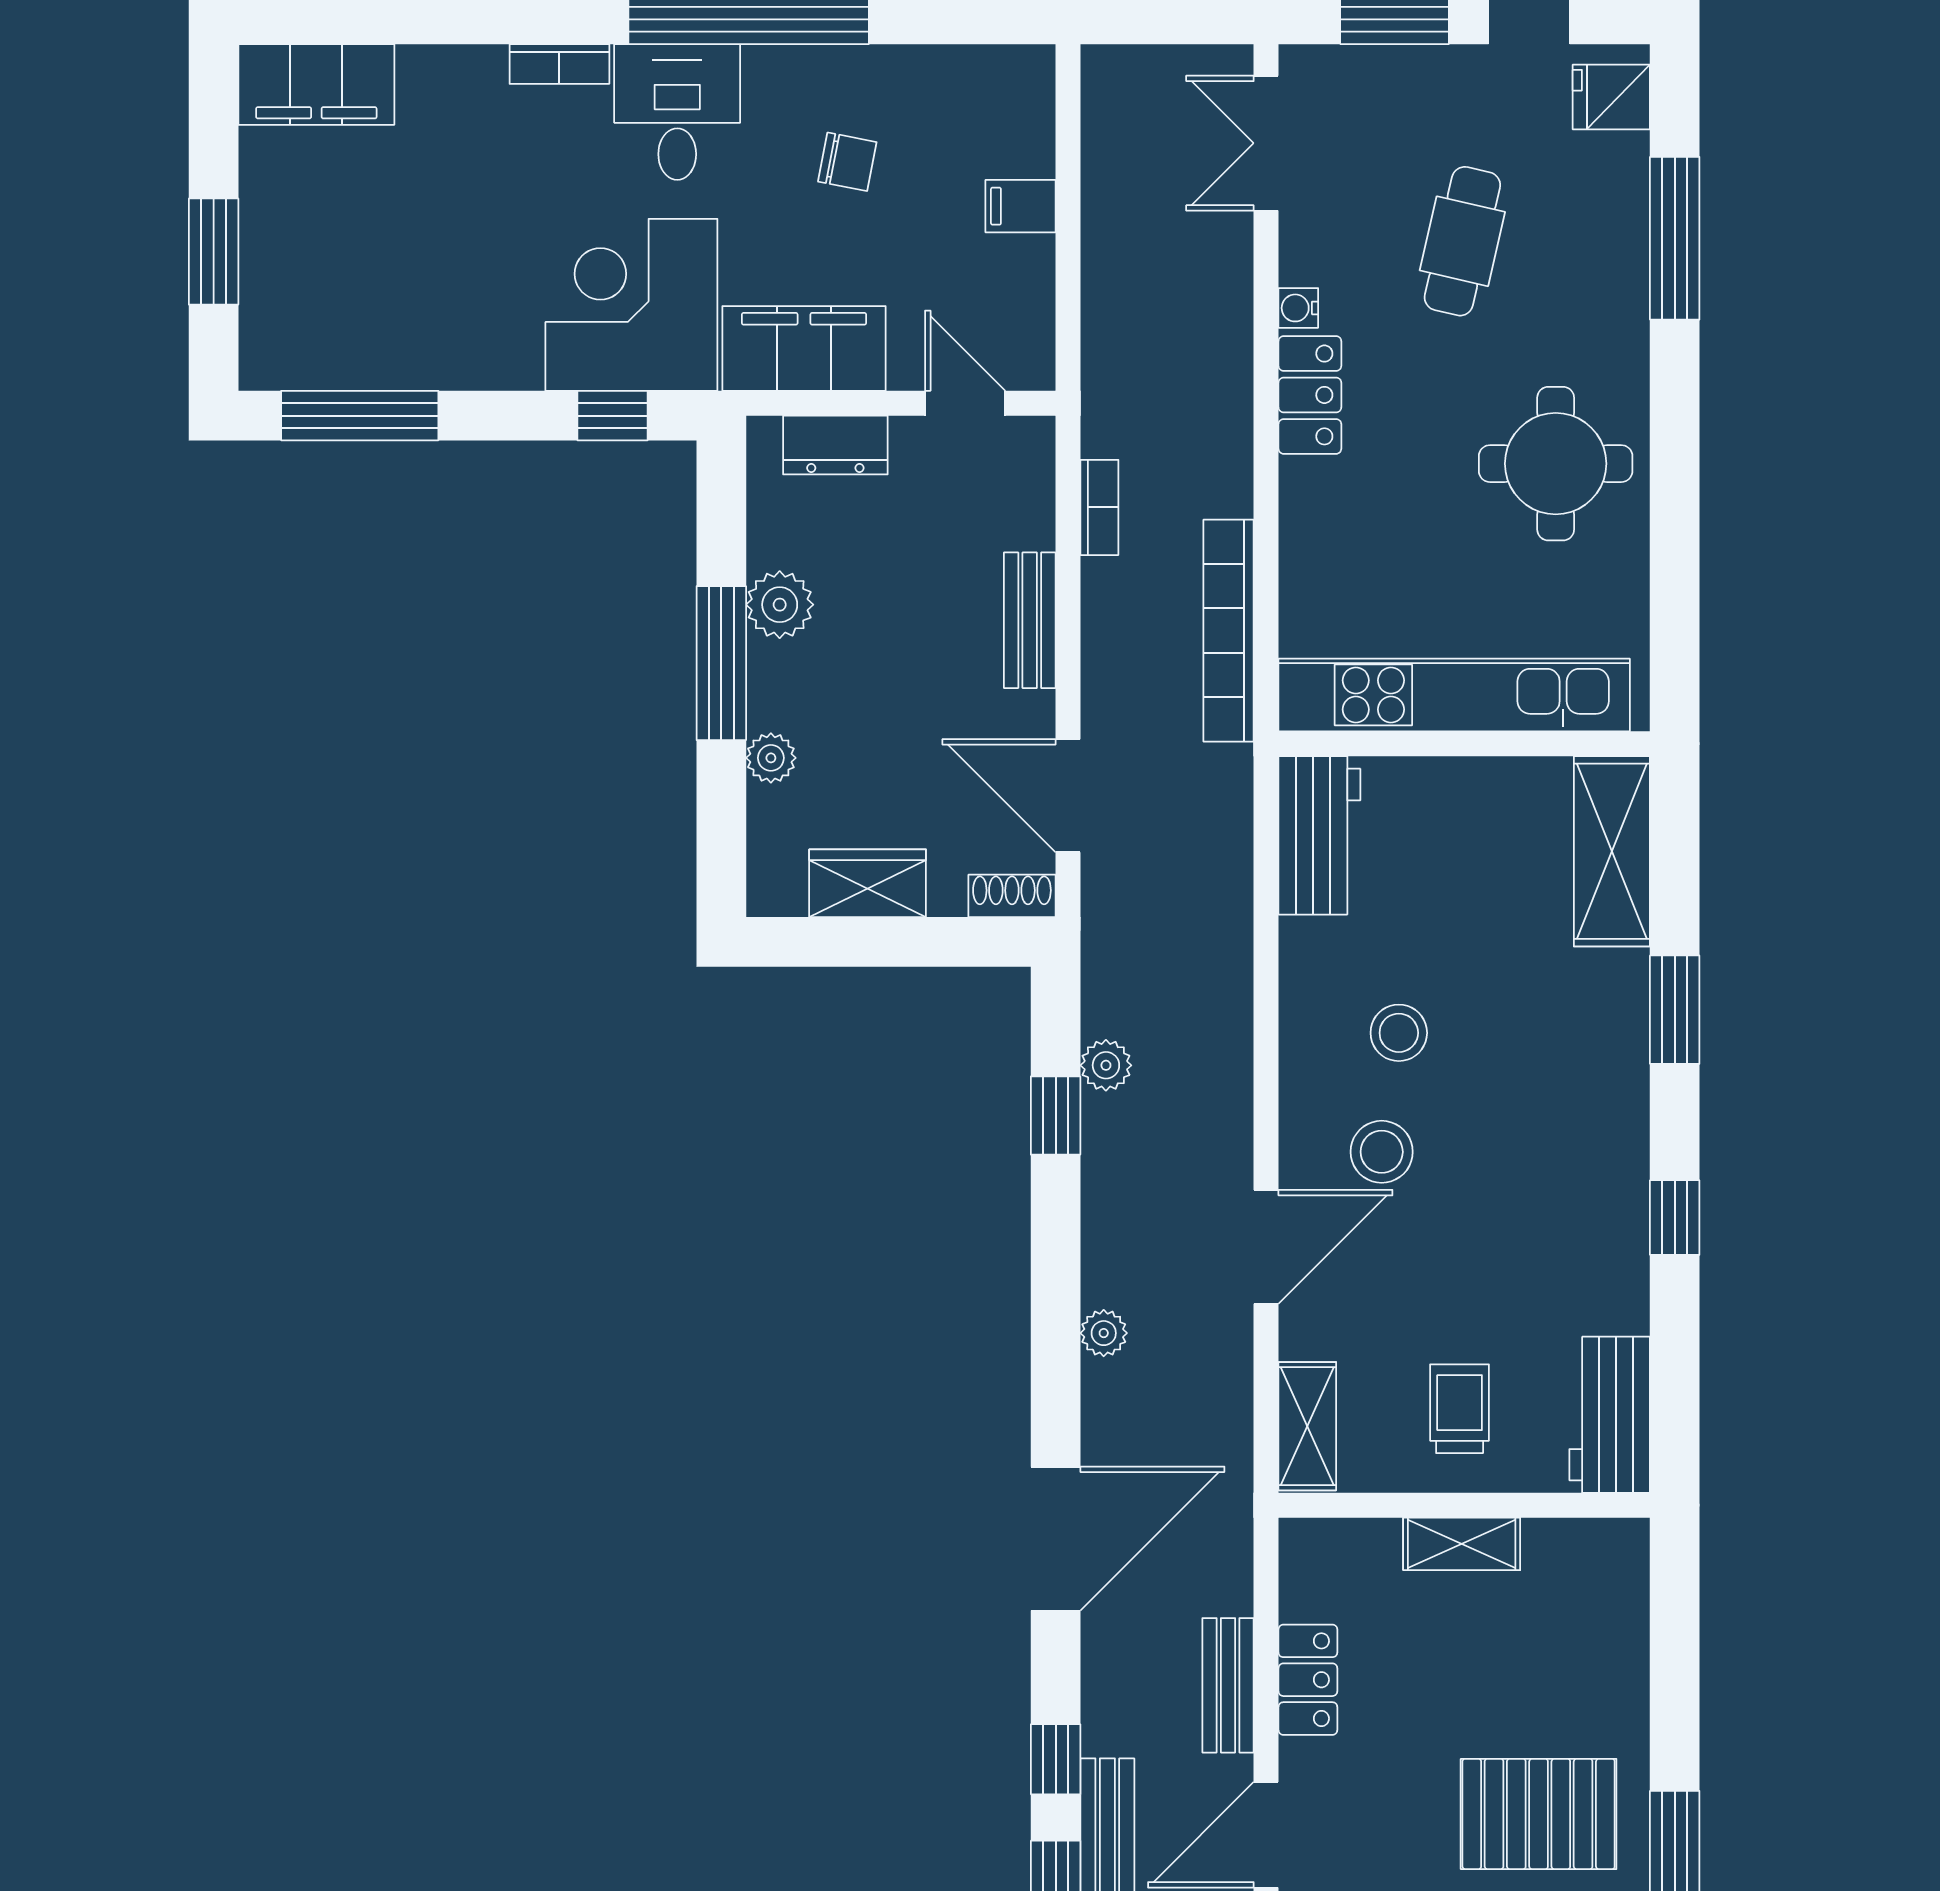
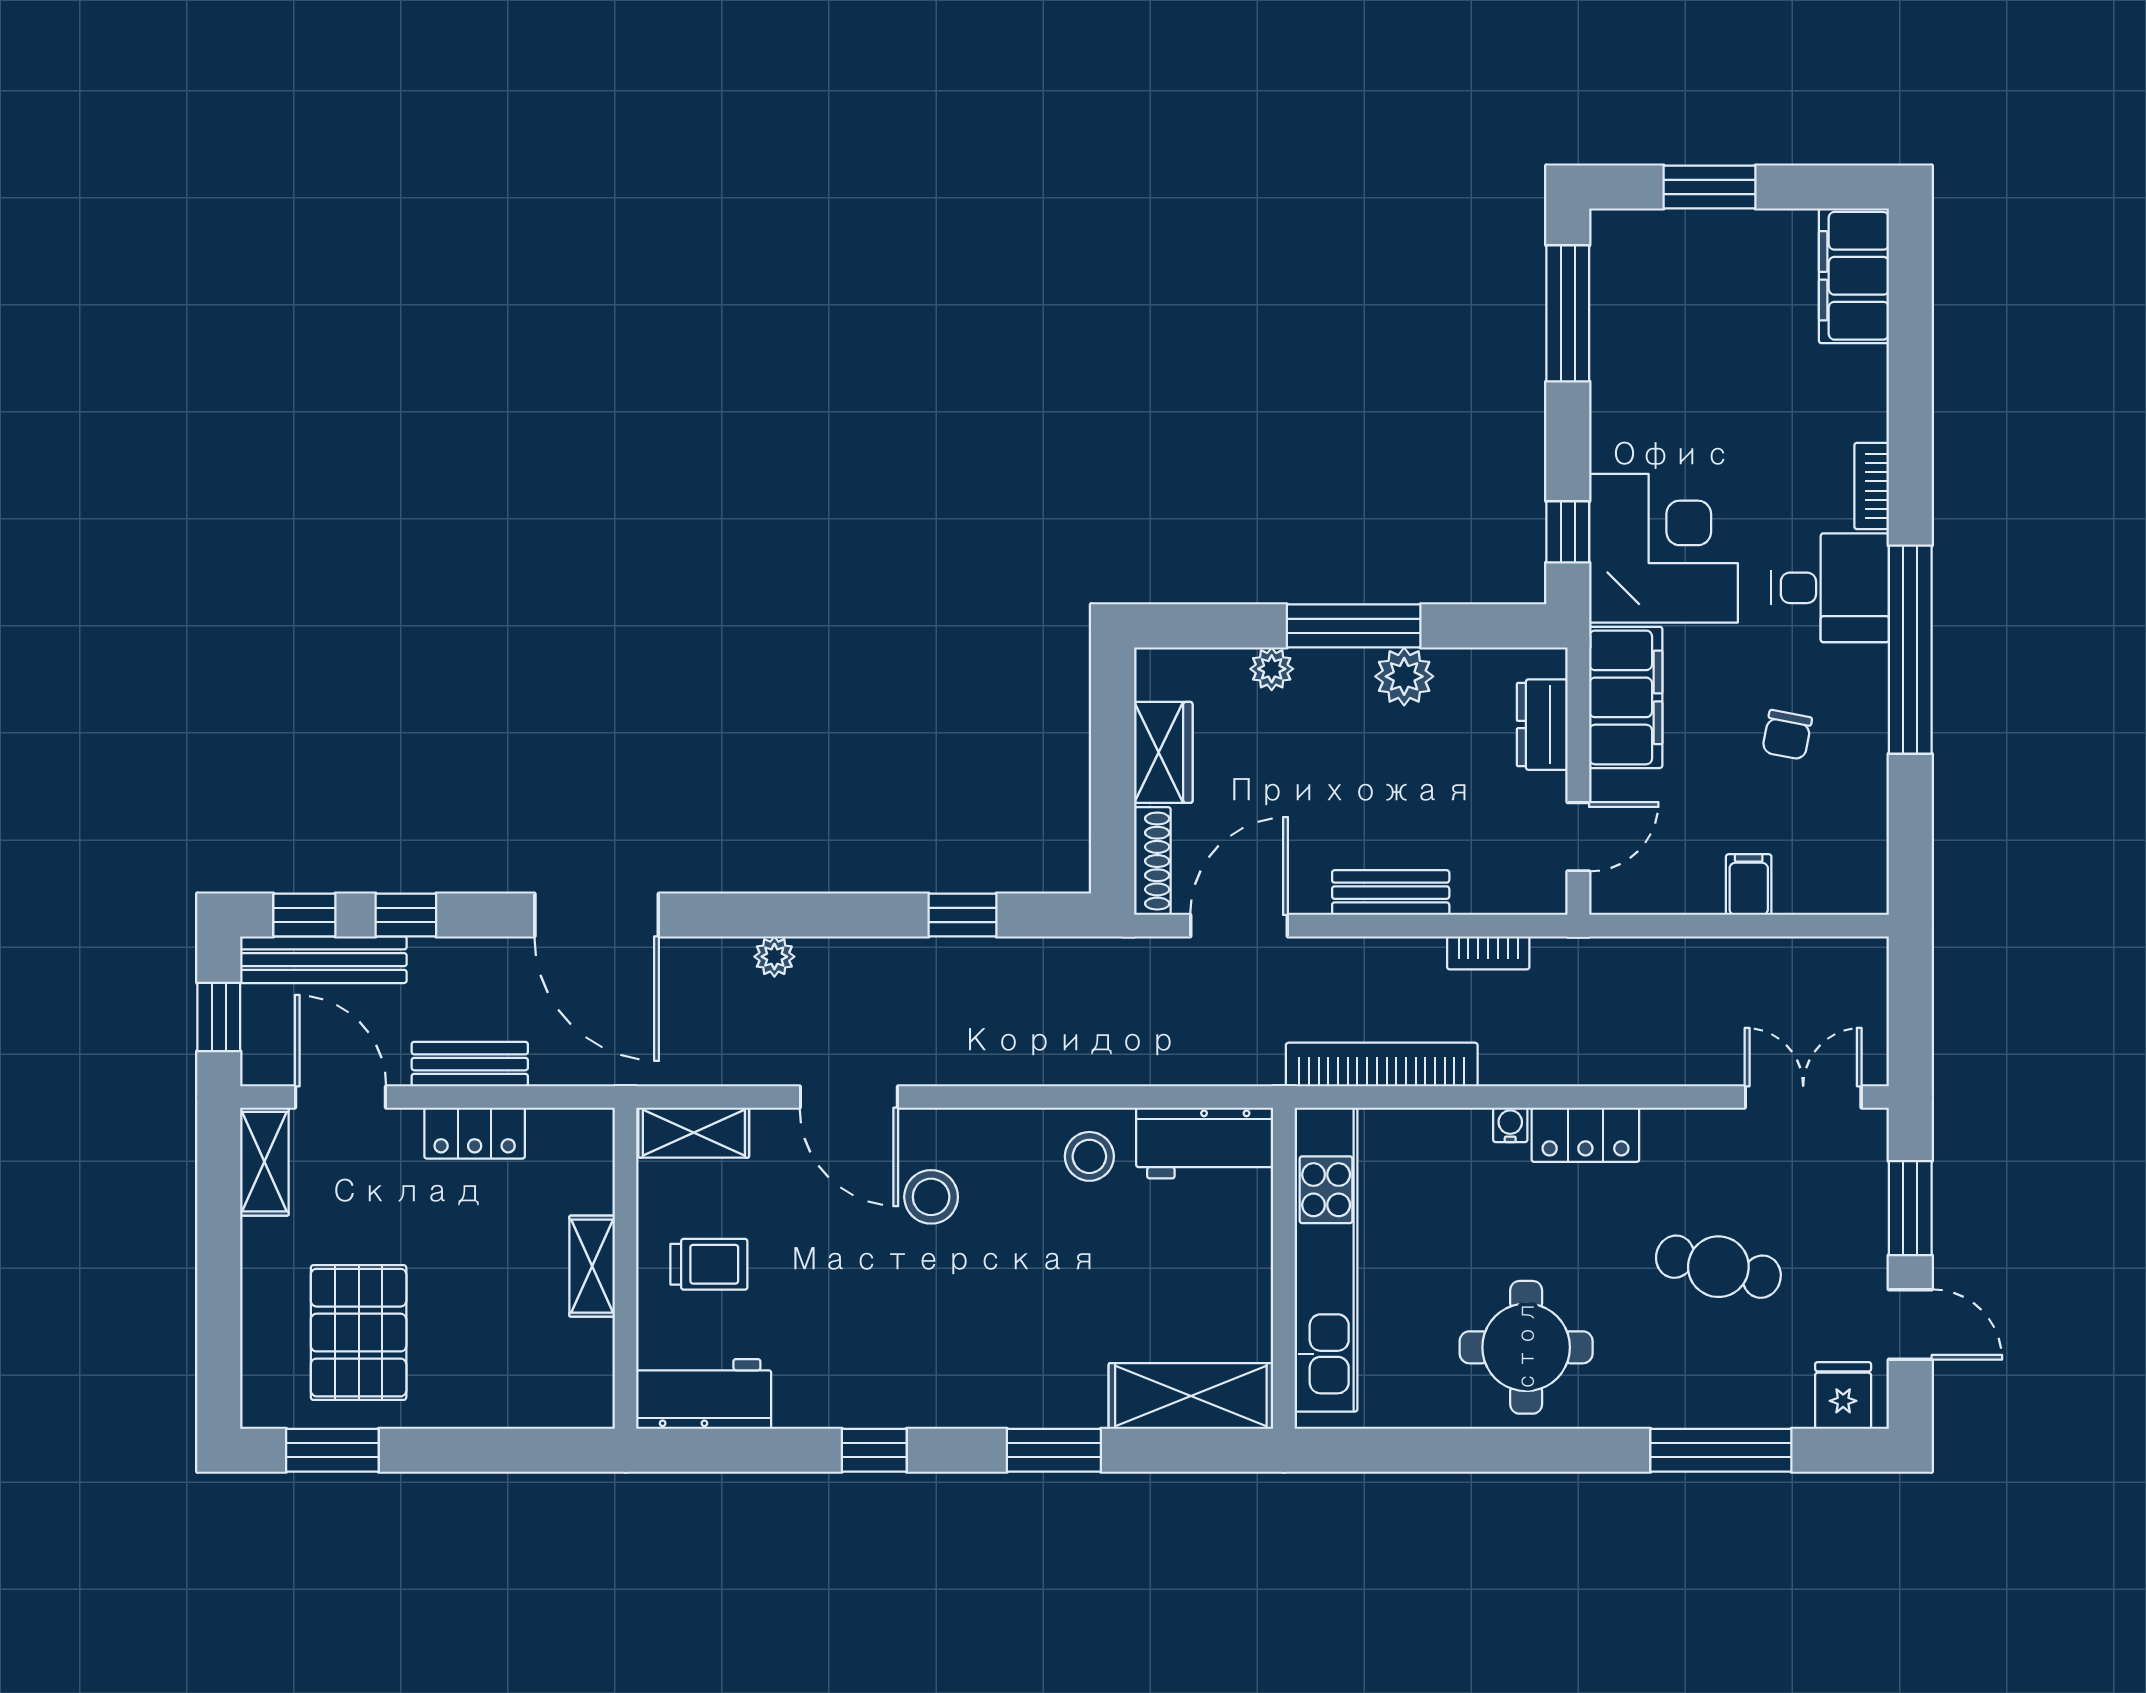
water cooler: (1298, 308) -> (1510, 1125), moved
shoe rack: (1012, 896) -> (1152, 861), width x1.43
stool: (1399, 1033) -> (1089, 1156), moved
plant: (1106, 1065) -> (1006, 958), removed

